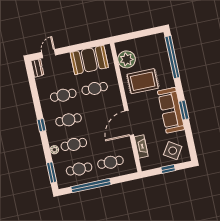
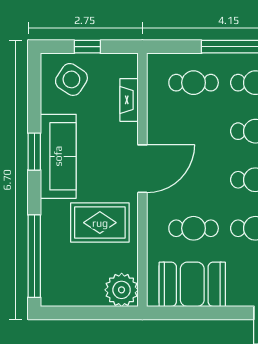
plant: (127, 59) -> (122, 290), moved
door: (129, 123) -> (142, 169), moved

